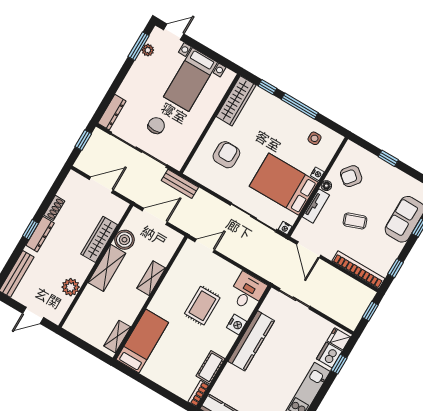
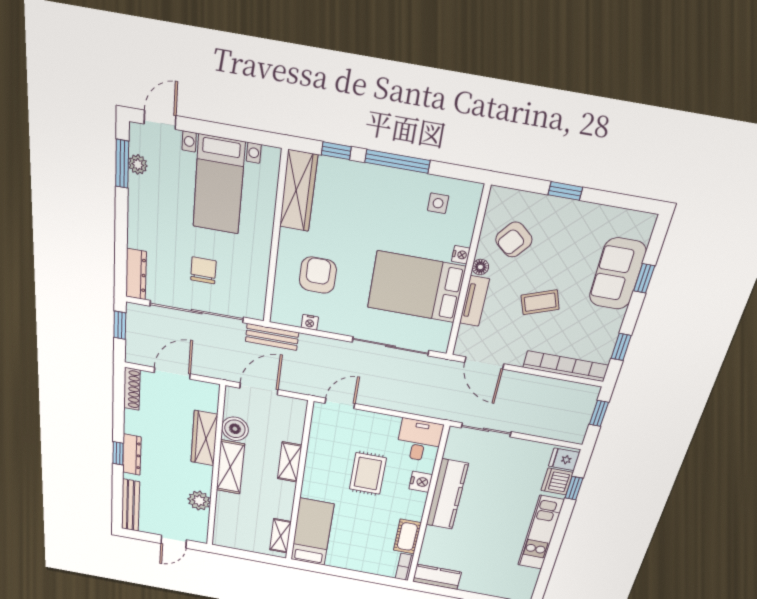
shoe rack: (54, 208) -> (132, 389), moved, width x1.43
nightstand: (285, 228) -> (310, 322), moved

